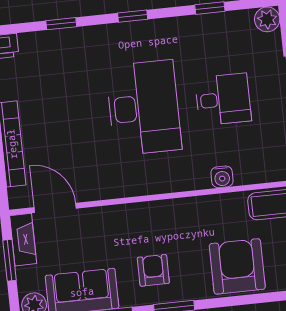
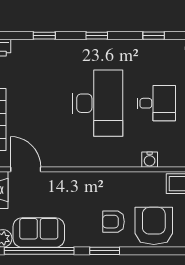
armchair: (153, 270) -> (114, 222), moved, turned -90

